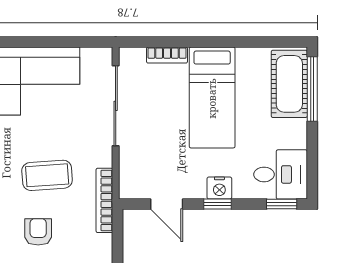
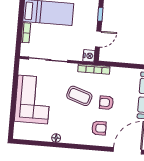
coffee table: (47, 175) -> (79, 96), turned -68
nightstand: (219, 188) -> (89, 56), moved

